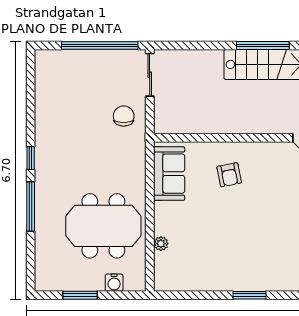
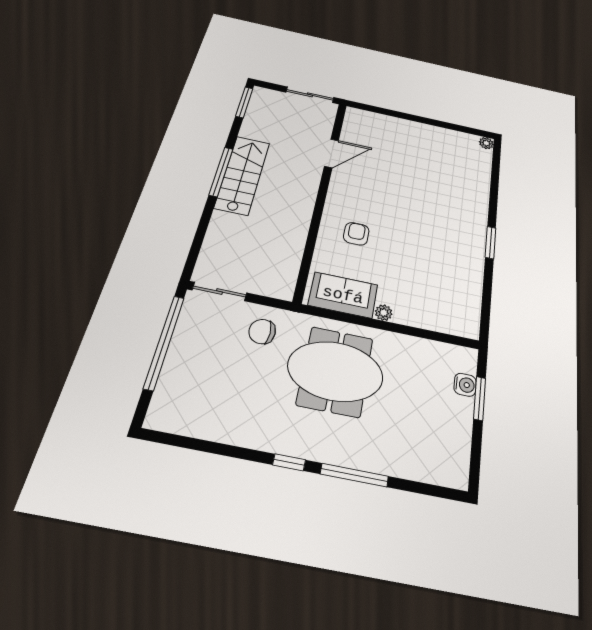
armchair: (229, 175) -> (356, 234), turned -79
meeting table: (103, 226) -> (335, 371), moved, turned 90
plant: (161, 244) -> (384, 313), moved
window: (80, 295) -> (480, 398), moved

